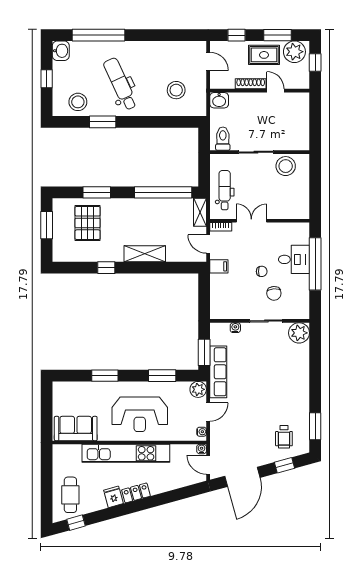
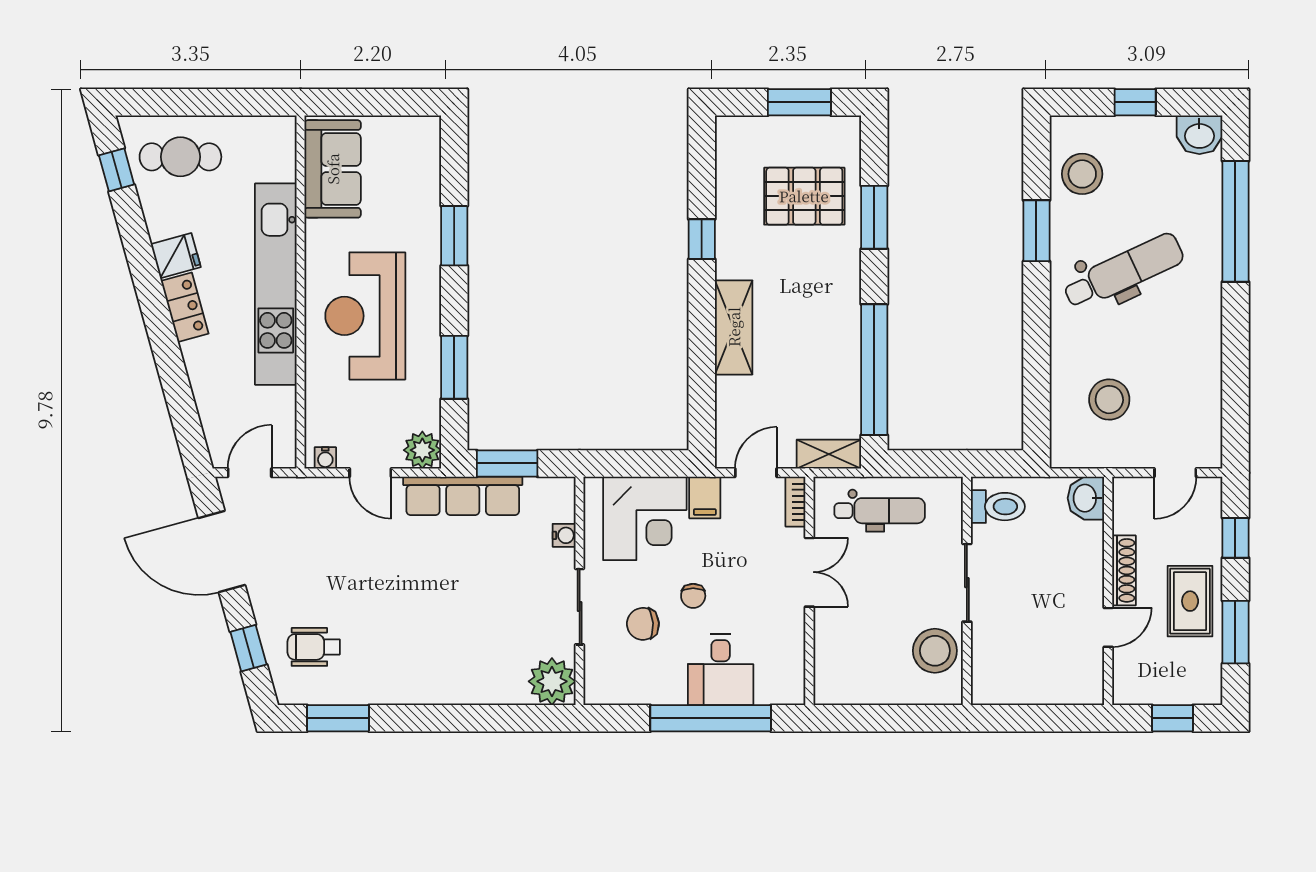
plant: (294, 52) -> (1197, 671), removed
corner desk: (228, 292) -> (645, 518), added
water cooler: (202, 449) -> (286, 458), removed

